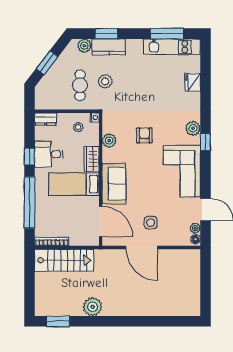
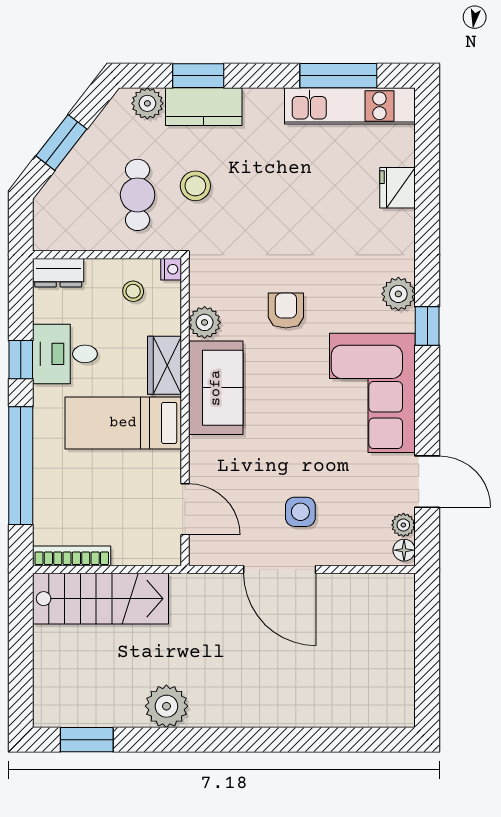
sofa: (114, 184) -> (216, 388), moved
door: (101, 221) -> (185, 509), width x0.73

